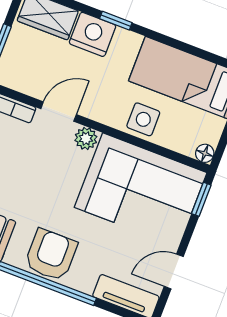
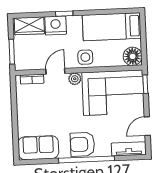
side table: (143, 119) -> (85, 57), moved
floor lamp: (205, 153) -> (133, 56), width x1.89, depth x1.89
armchair: (51, 255) -> (82, 144), turned -90

